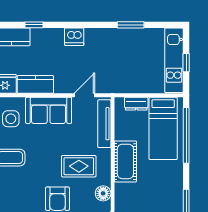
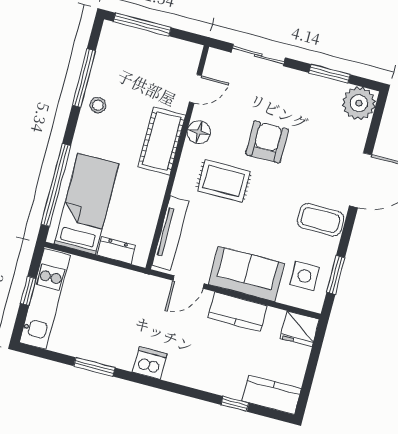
dishwasher: (74, 37) -> (150, 363), moved
kitchen counter: (35, 84) -> (237, 312), moved
cot: (125, 161) -> (162, 141), moved
stool: (173, 194) -> (98, 105), added

